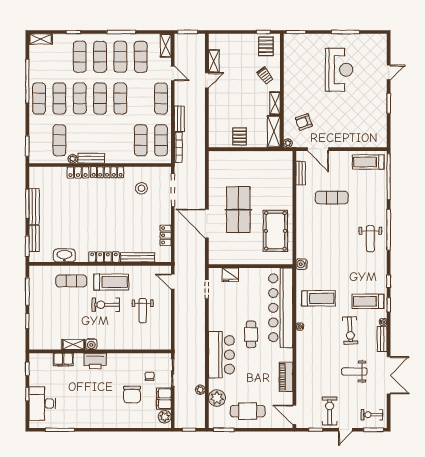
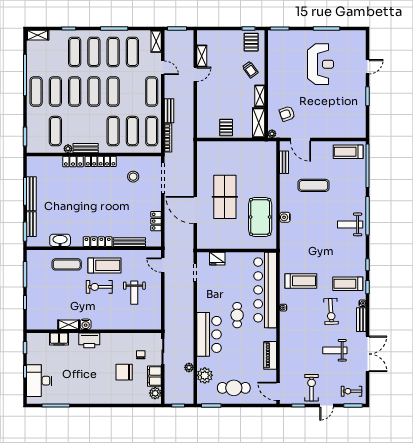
exercise mat: (120, 140) -> (113, 131), added
weight bench: (370, 239) -> (350, 224), turned 90
water cooler: (302, 264) -> (285, 217), moved
chair: (132, 394) -> (124, 372), turned 90

